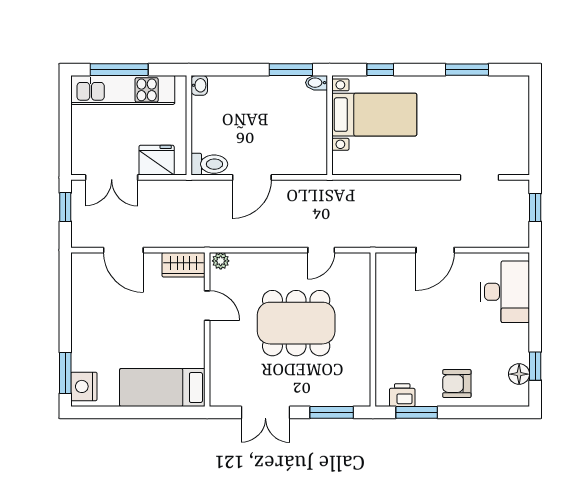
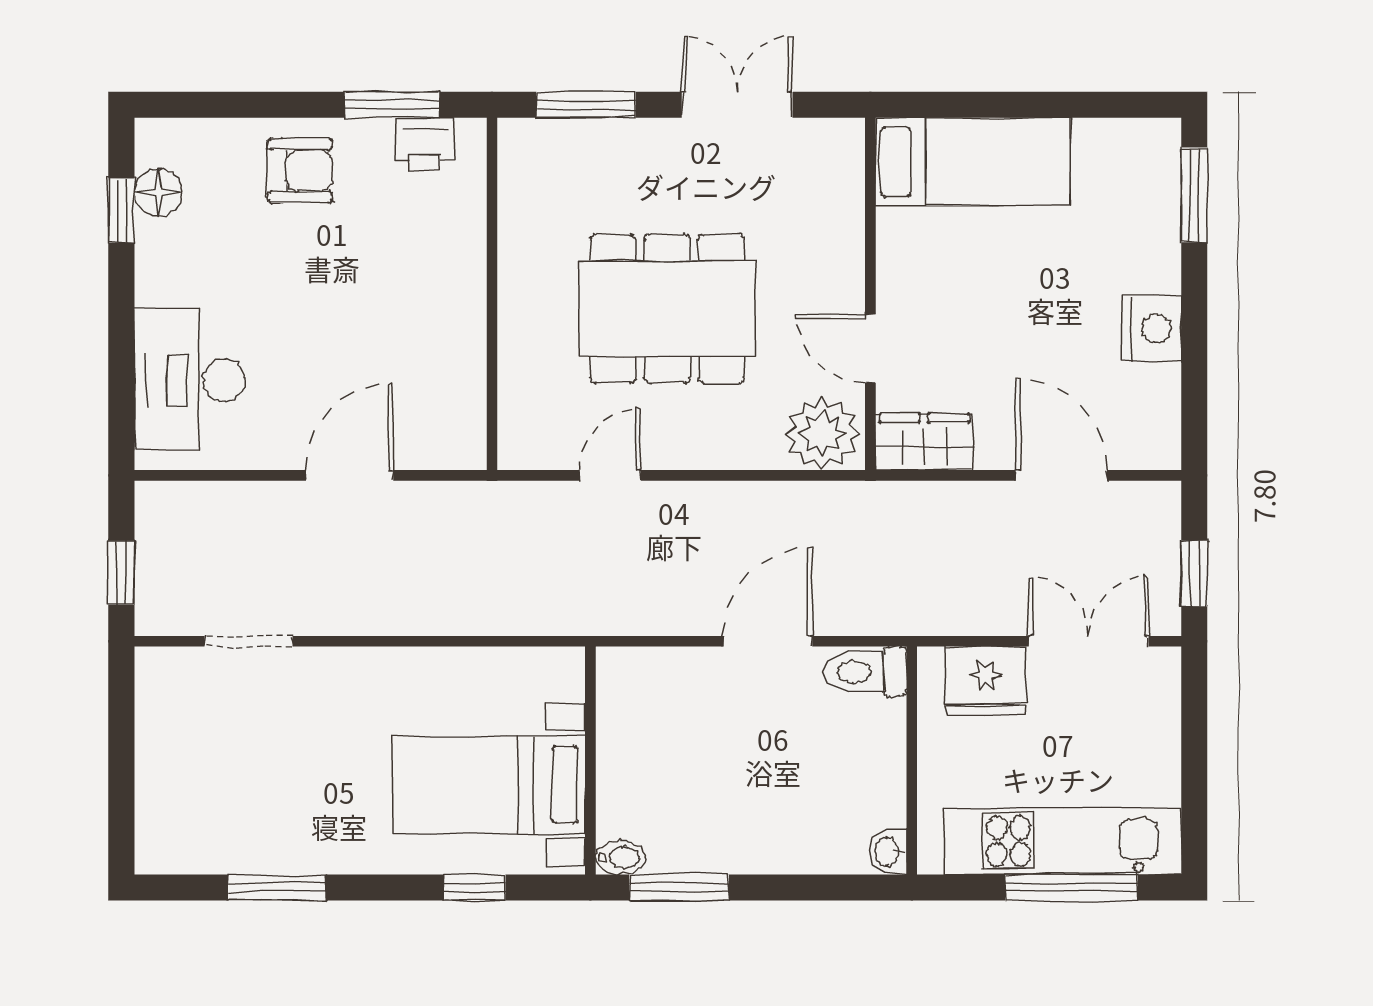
plant: (221, 261) -> (822, 434), width x1.88, depth x1.88
nightstand: (84, 386) -> (1152, 328), moved

